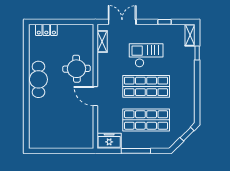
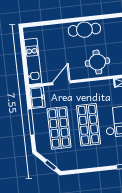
door: (95, 96) -> (62, 83), moved
kitchen unit: (68, 141) -> (33, 61), added

